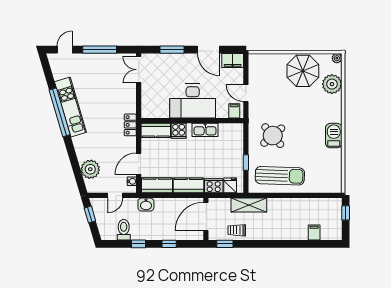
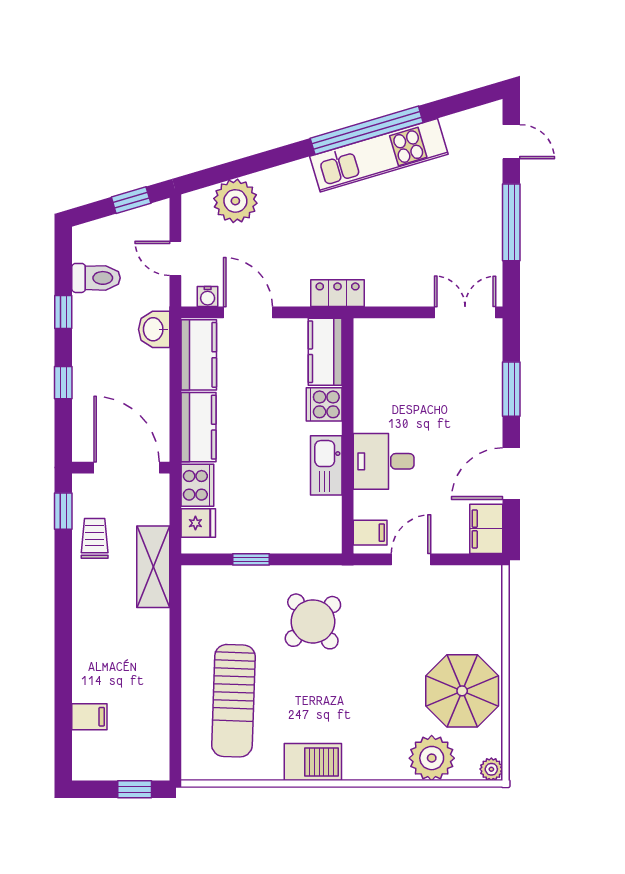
desk: (193, 101) -> (384, 461), width x0.53, depth x0.77
sun lounger: (280, 176) -> (233, 701), moved

